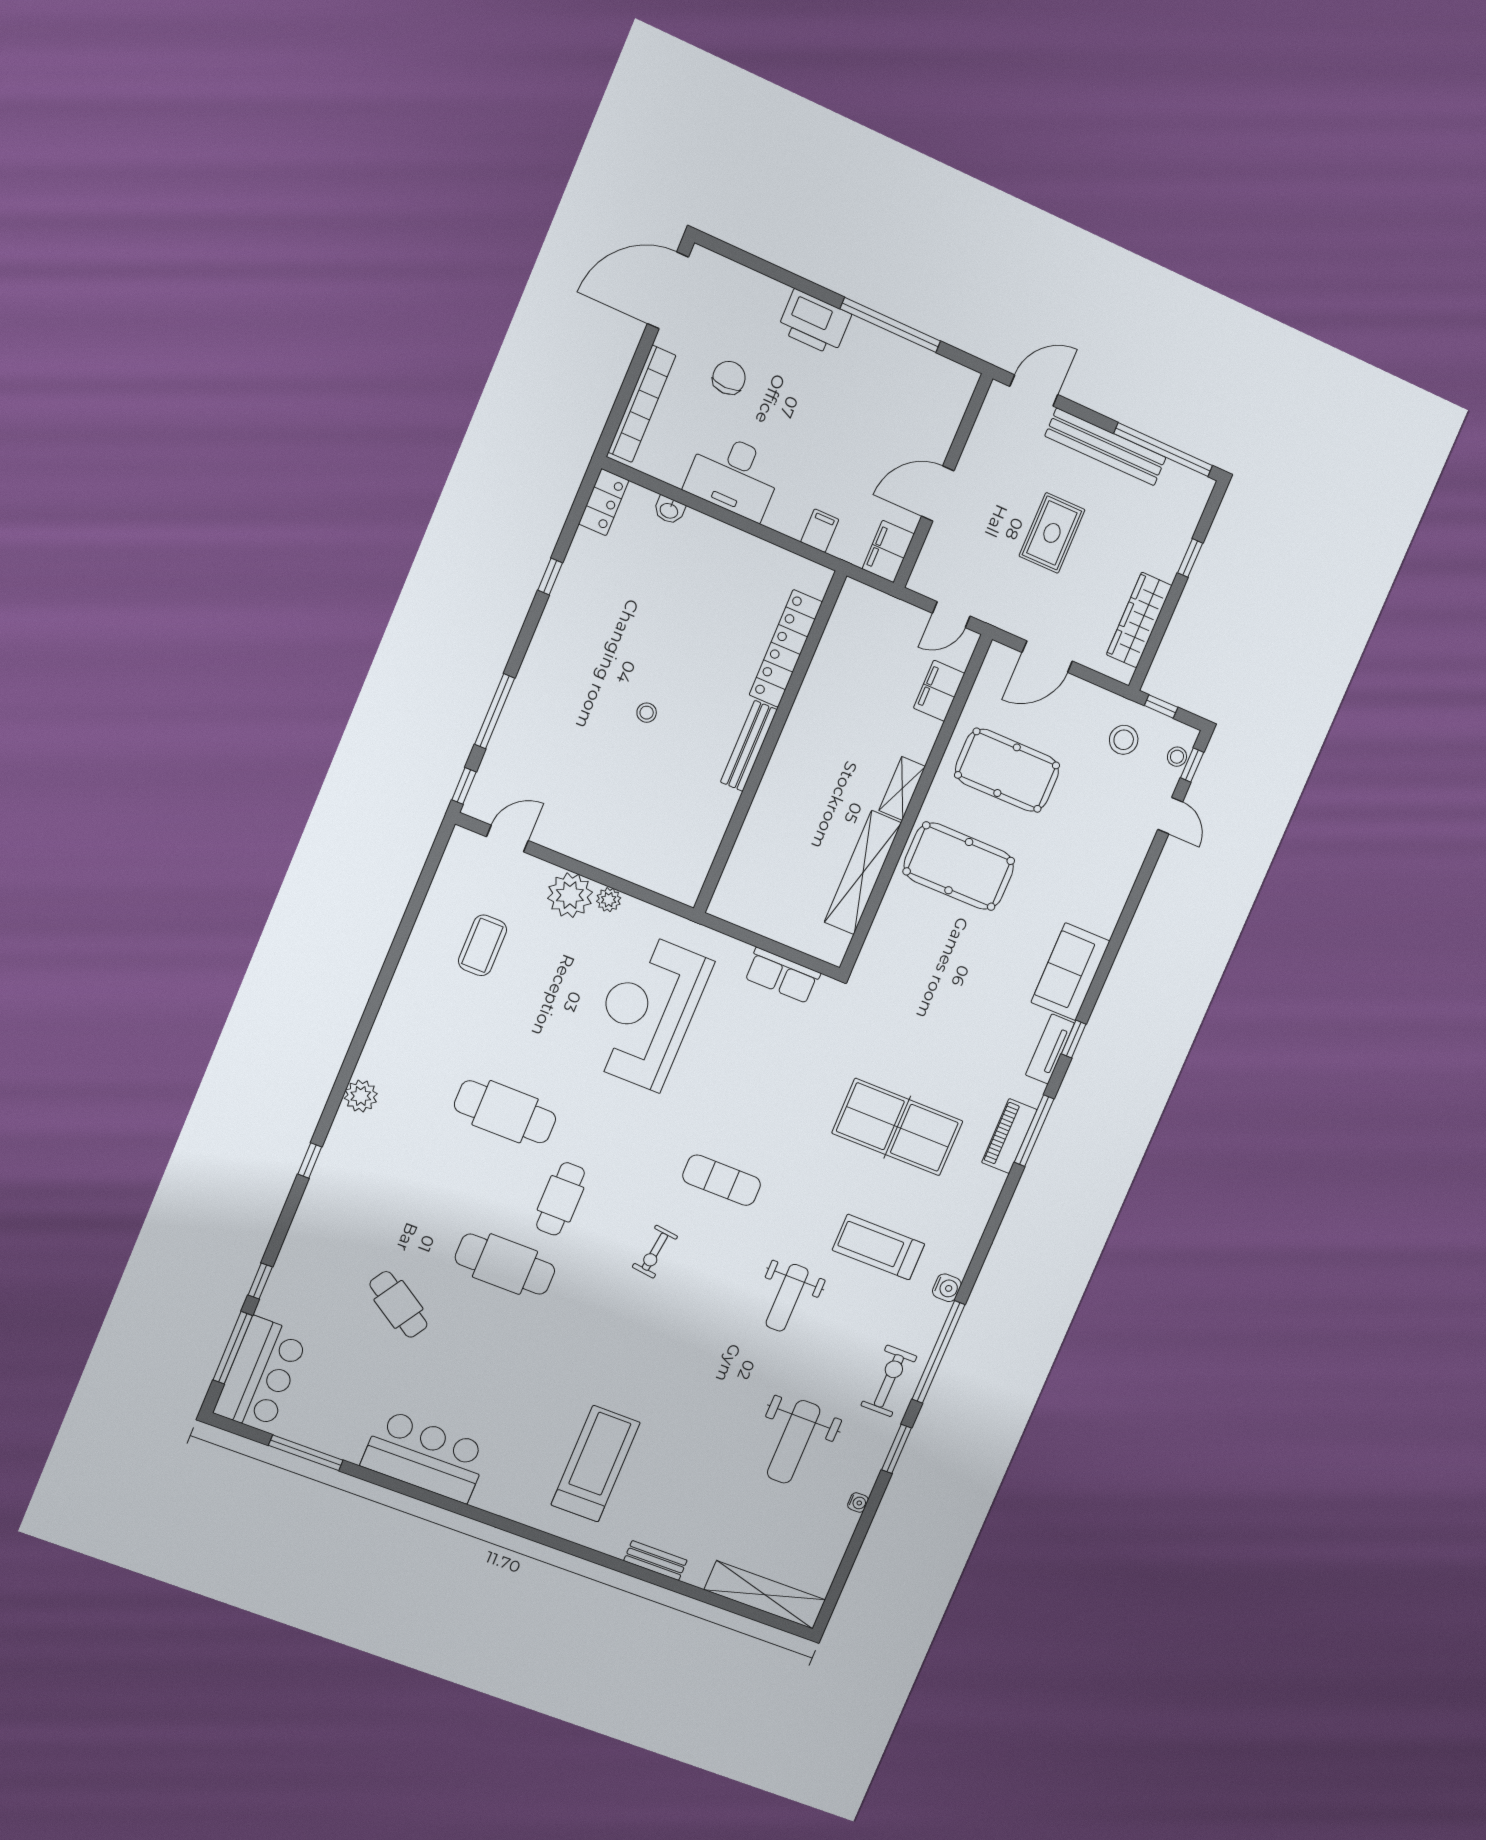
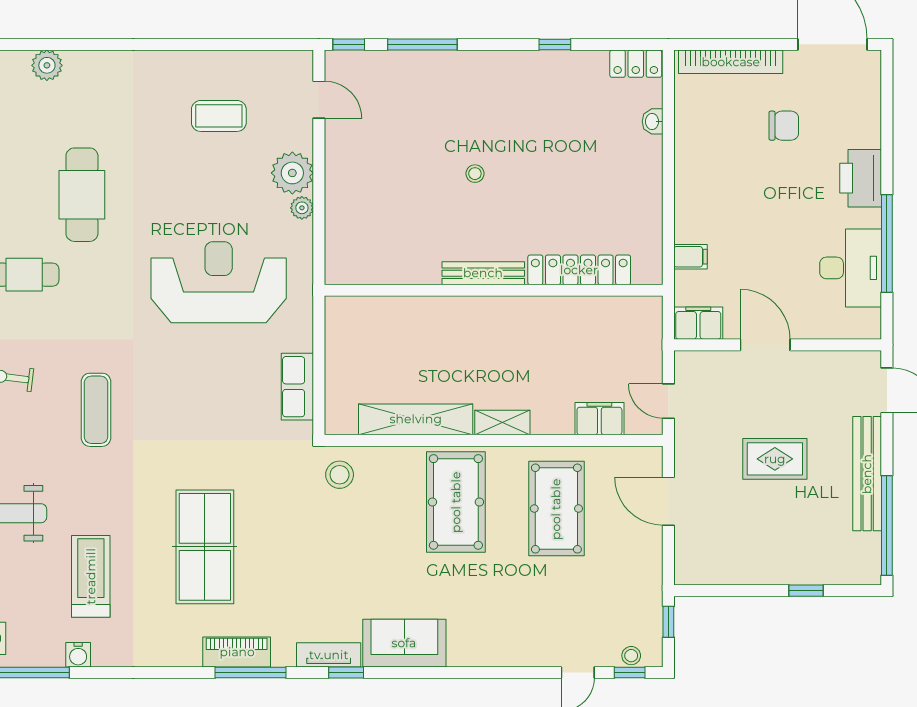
desk: (734, 476) -> (851, 268), moved, turned 180
wardrobe: (1139, 620) -> (734, 569), removed
stool: (1124, 740) -> (340, 475), moved

